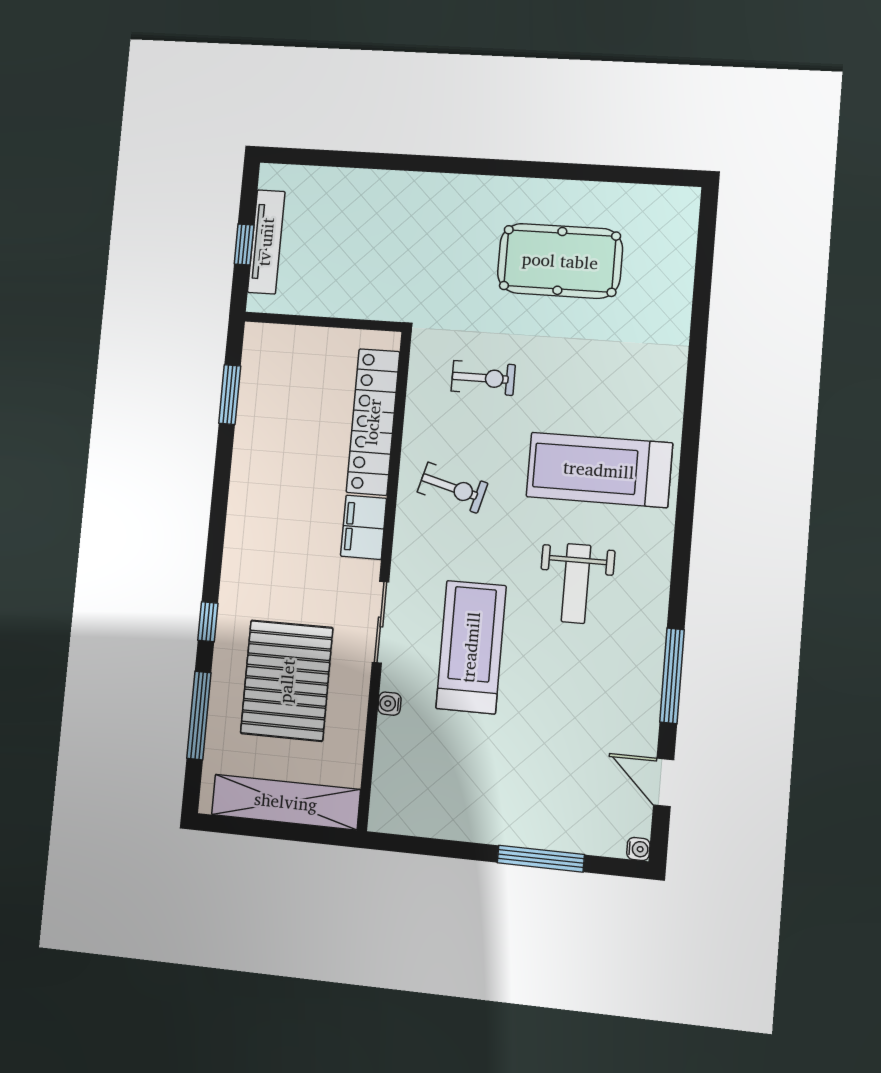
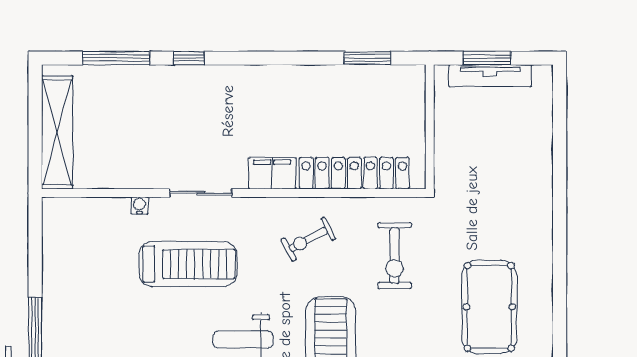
window: (244, 244) -> (487, 58), width x1.50
exercise bike: (483, 378) -> (395, 256), width x1.38, depth x1.39
exercise bike: (452, 488) -> (308, 239), turned 47
pallet: (287, 681) -> (149, 124), removed

